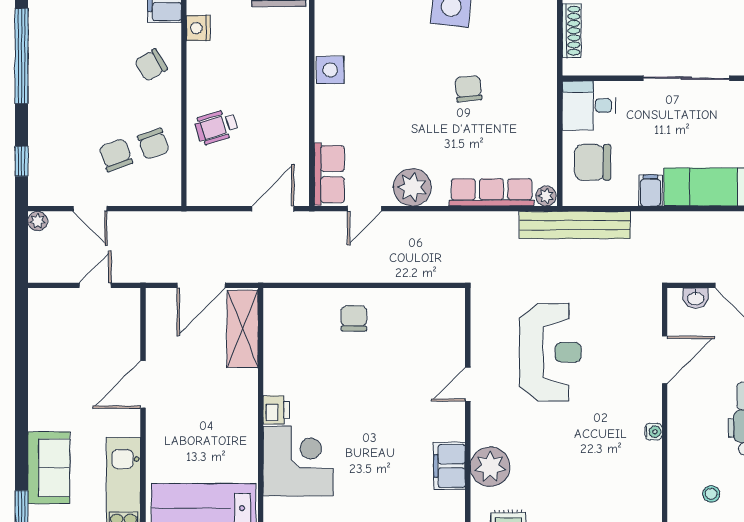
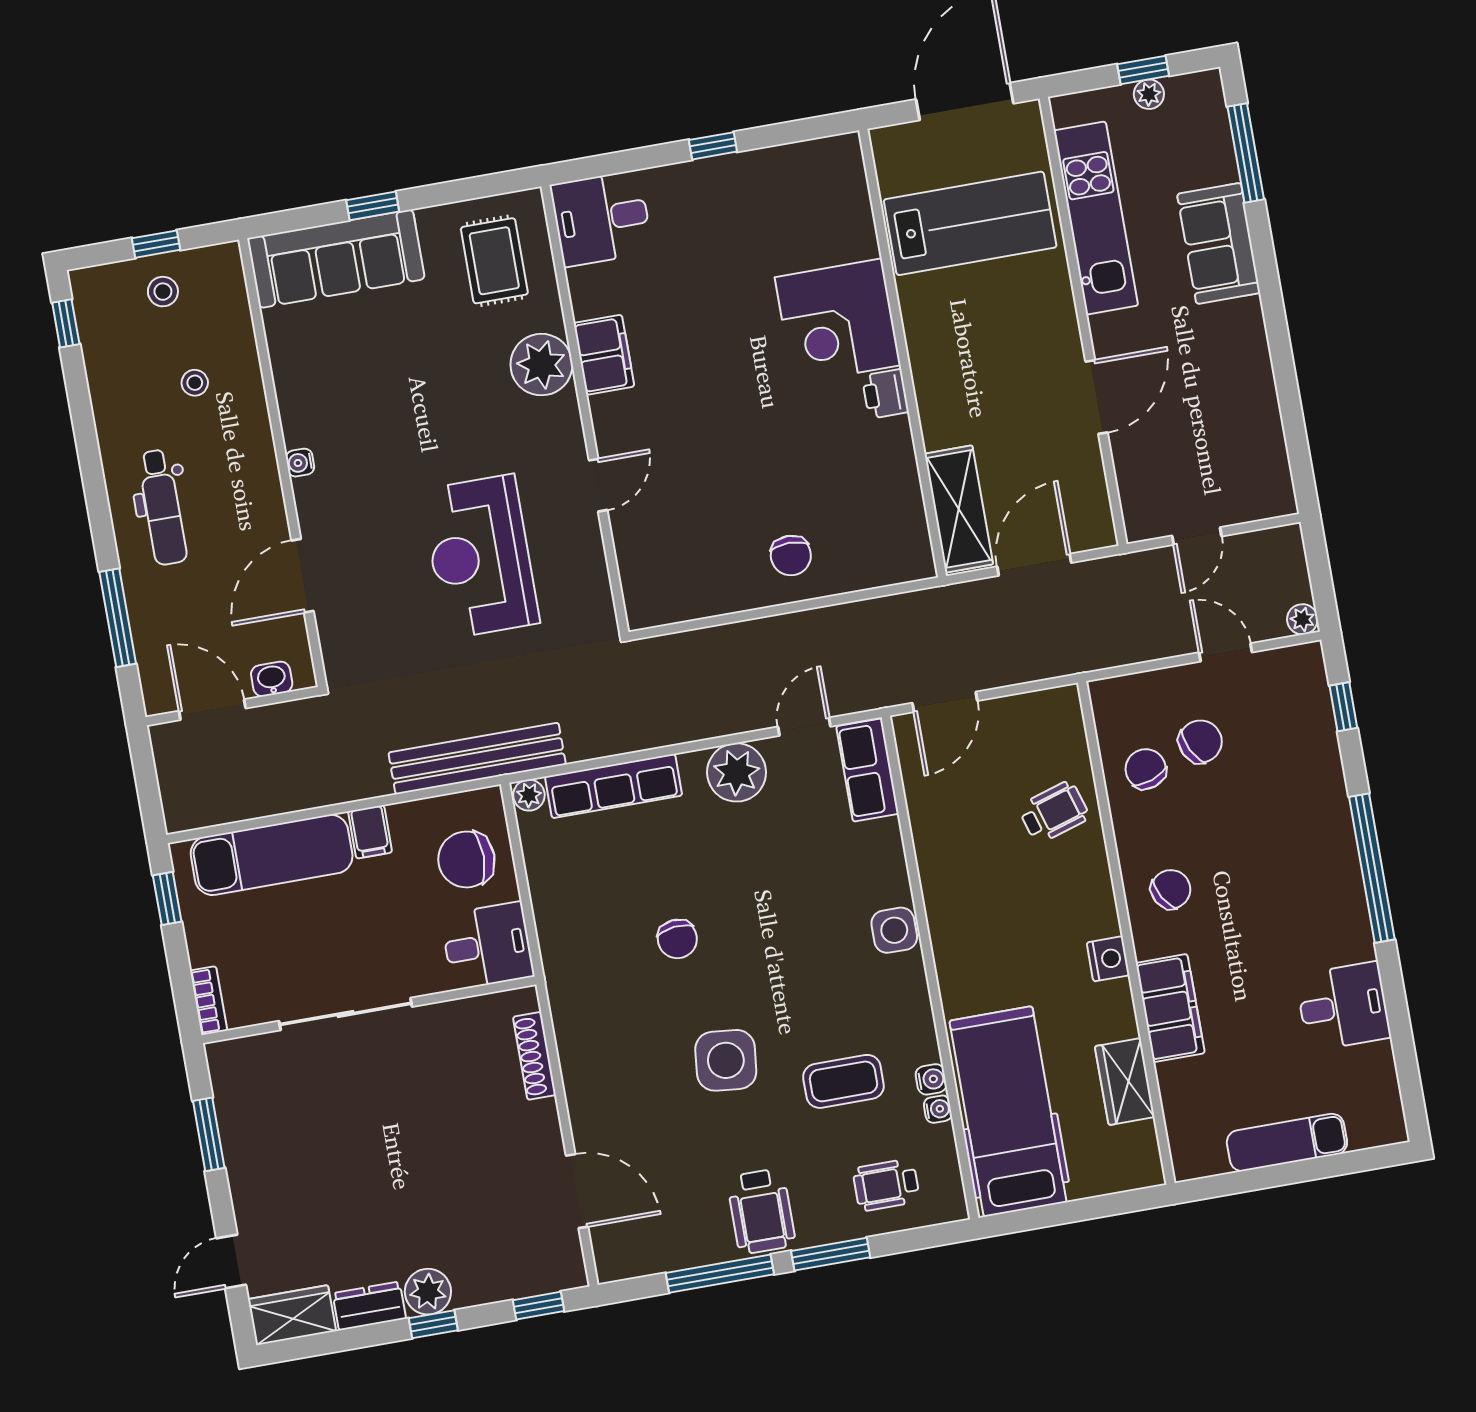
chair: (116, 155) -> (1200, 742), turned -96
chair: (593, 162) -> (466, 859), turned 180

